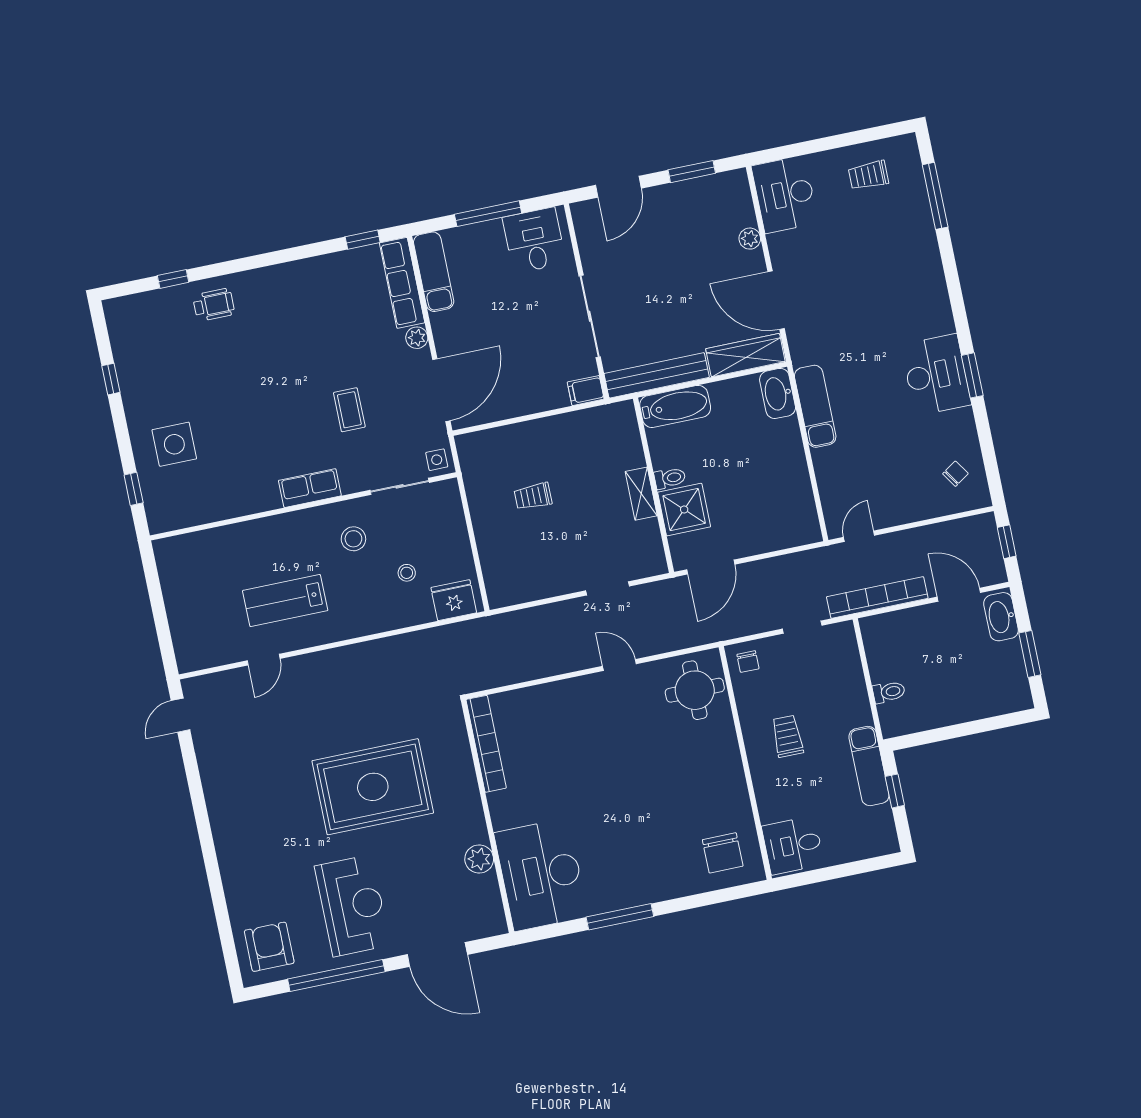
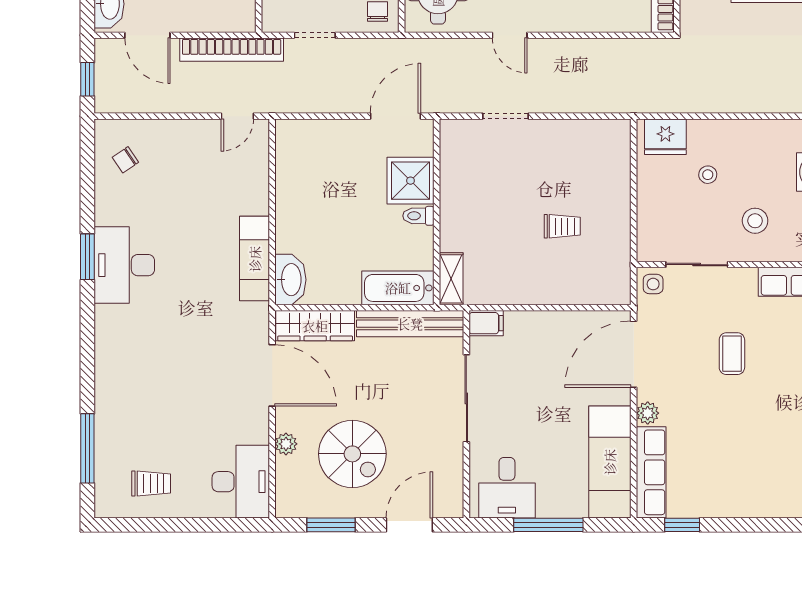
spiral stairs: (686, 242) -> (352, 454), added
exam couch: (434, 272) -> (610, 462), width x1.36, depth x1.45
shelving: (641, 494) -> (451, 279), moved

